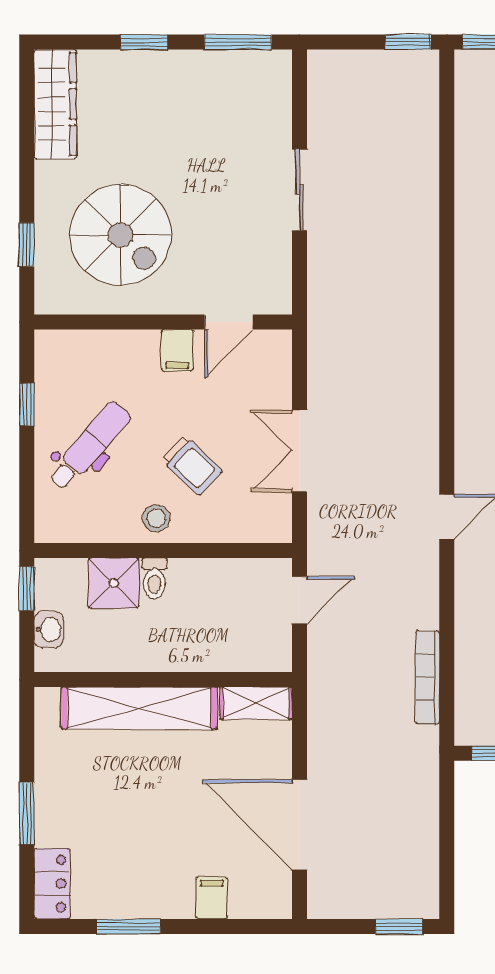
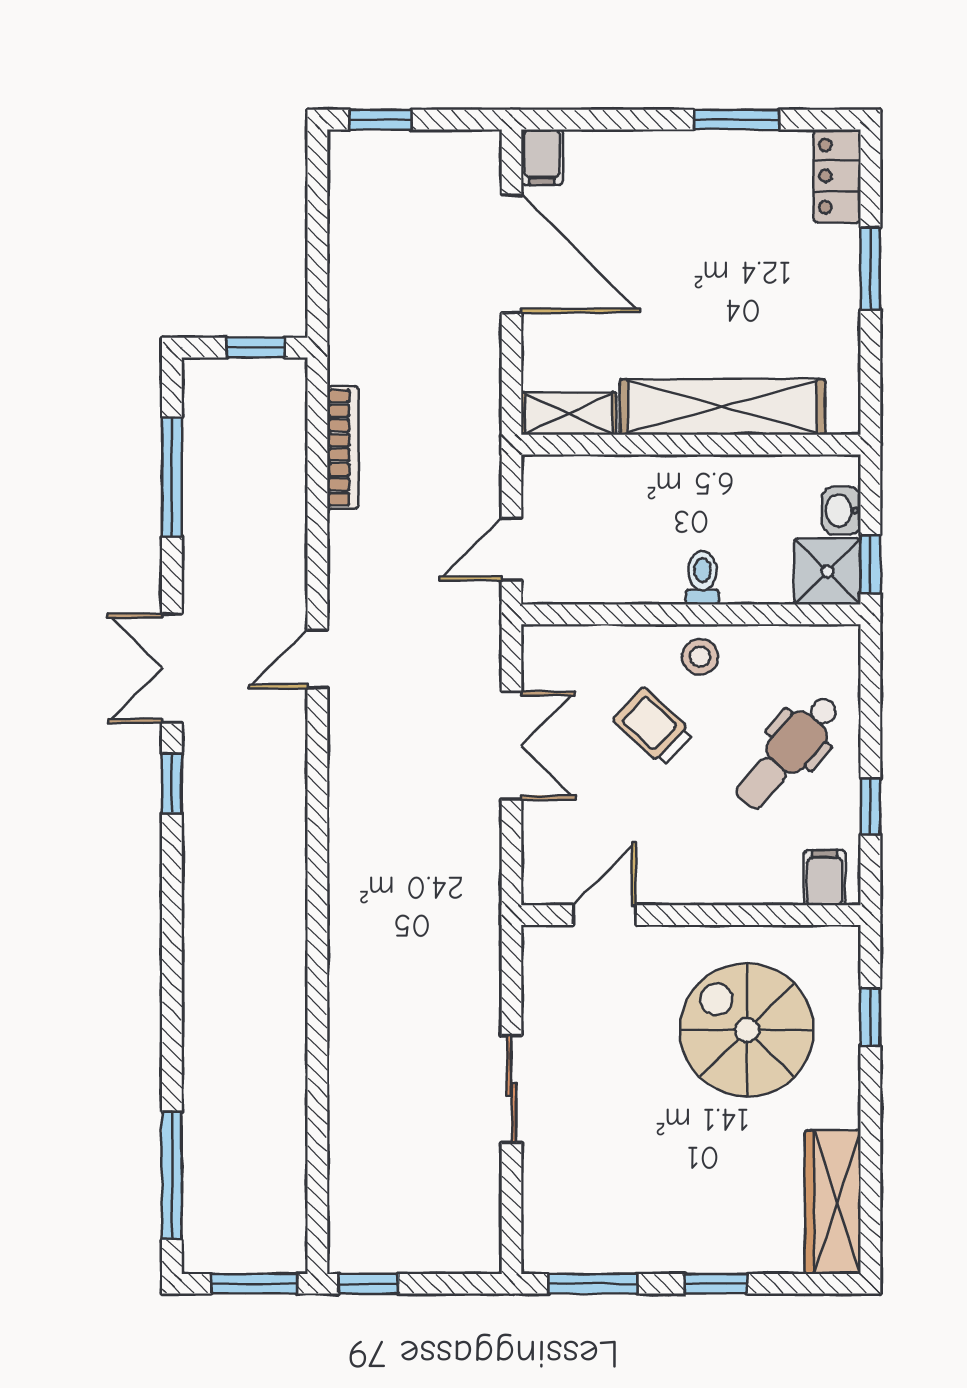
filing cabinet: (177, 350) -> (825, 878), moved
shower: (114, 583) -> (827, 571), moved
filing cabinet: (212, 898) -> (542, 157), moved

